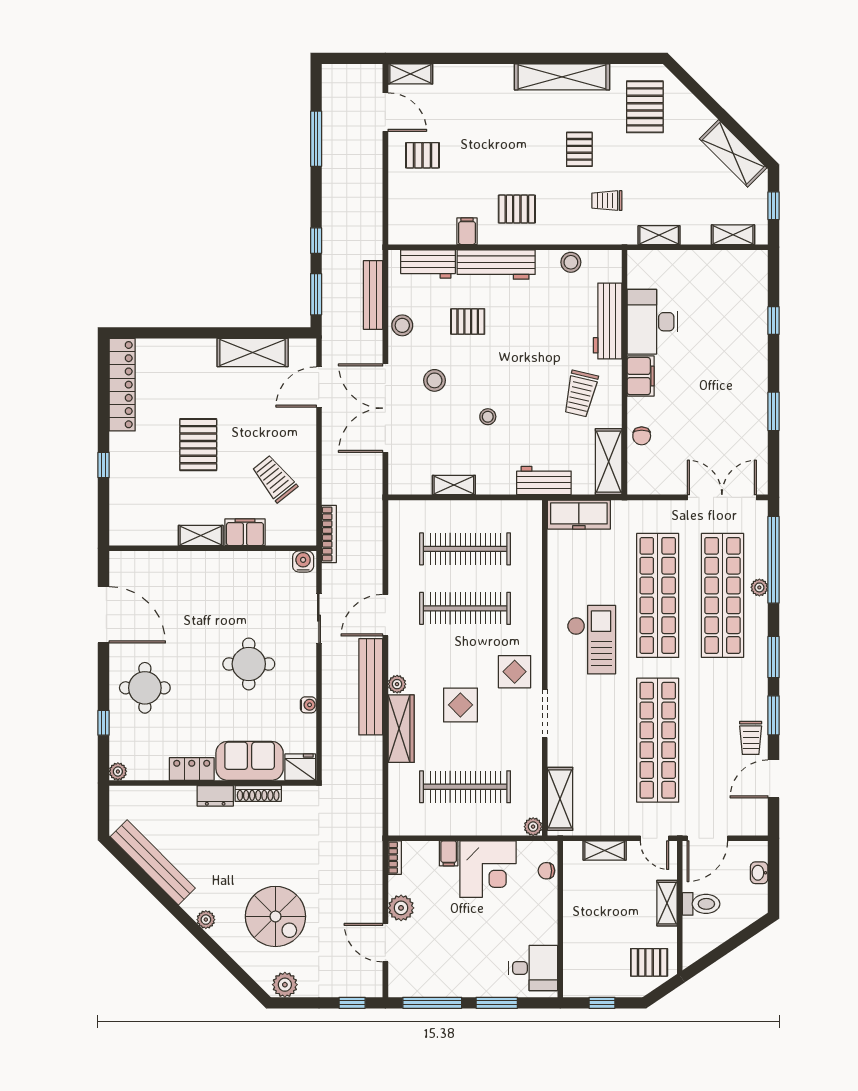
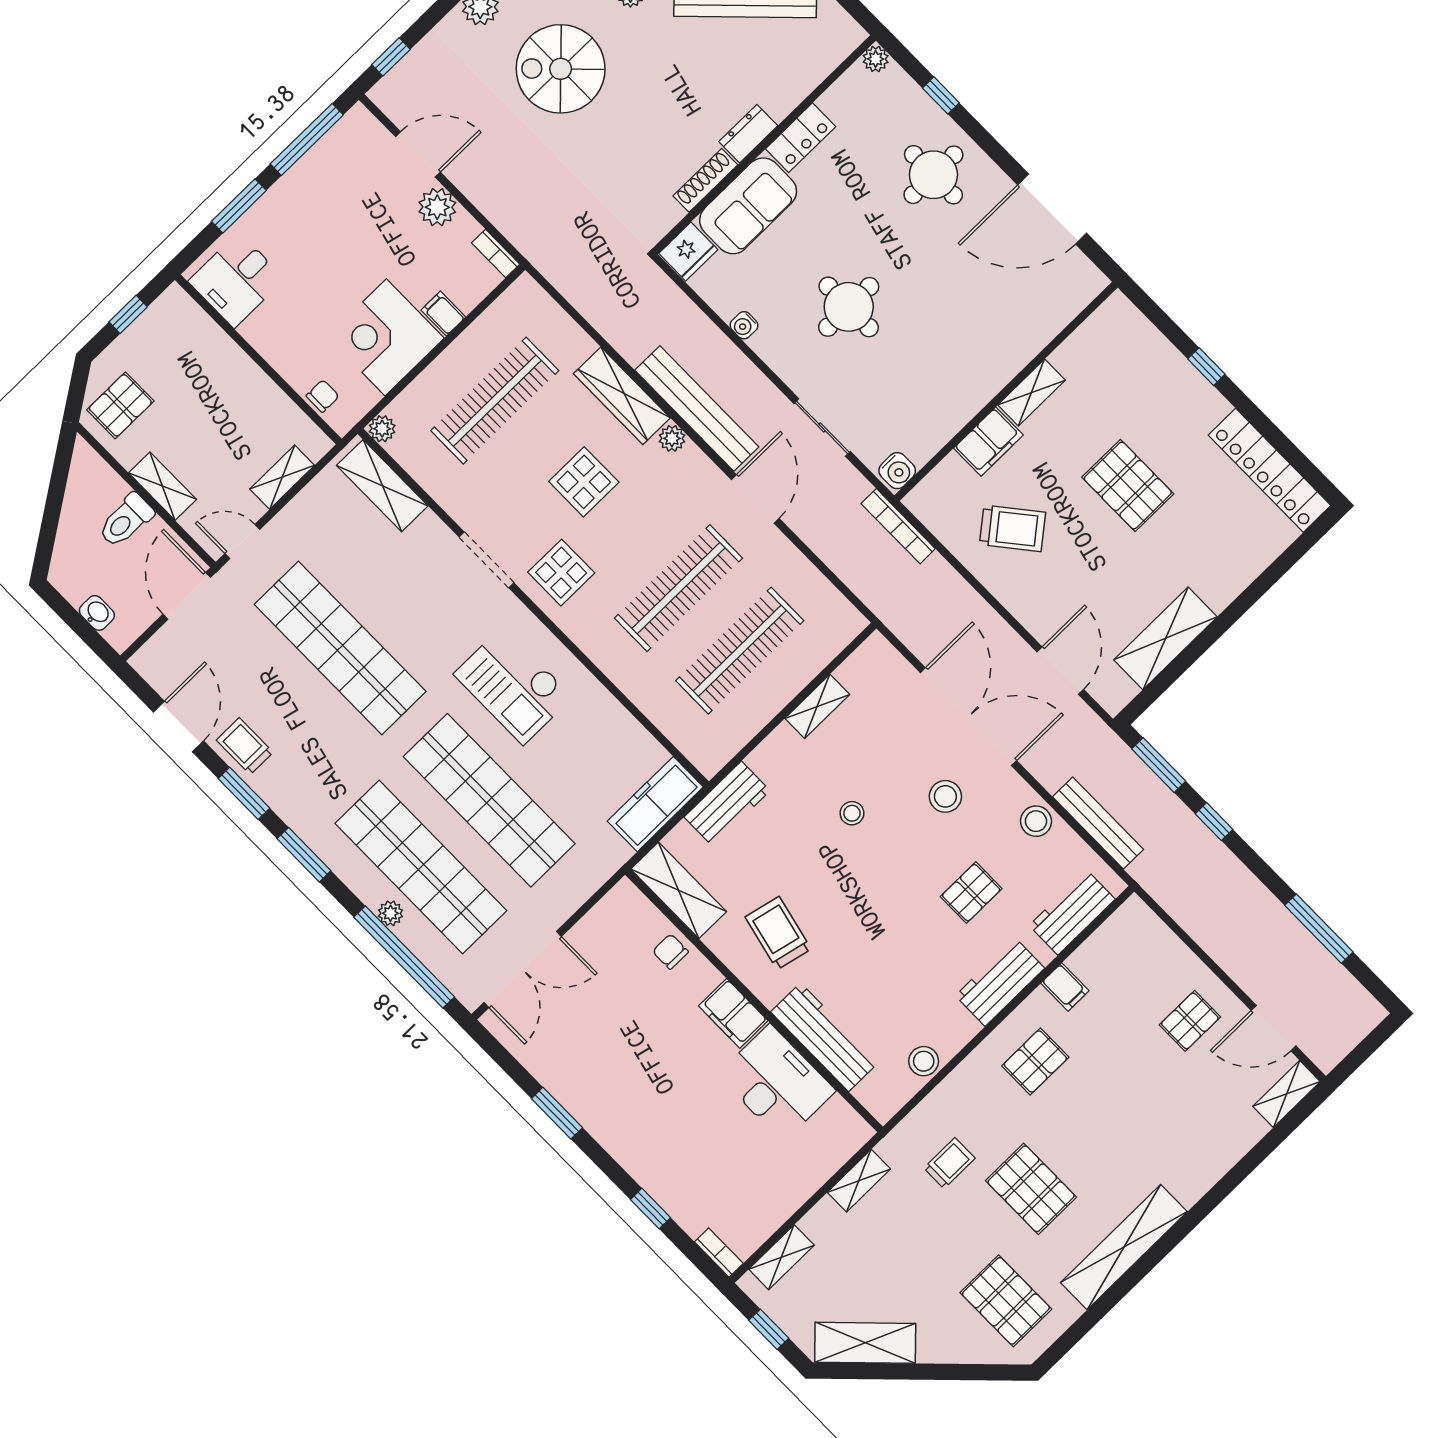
pallet: (579, 149) -> (1031, 1189), width x1.50, depth x1.42
workbench: (496, 264) -> (1000, 982), width x0.73
bookcase: (761, 267) -> (719, 1253), added

